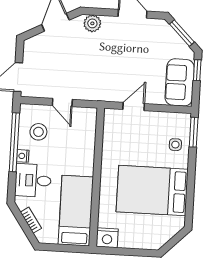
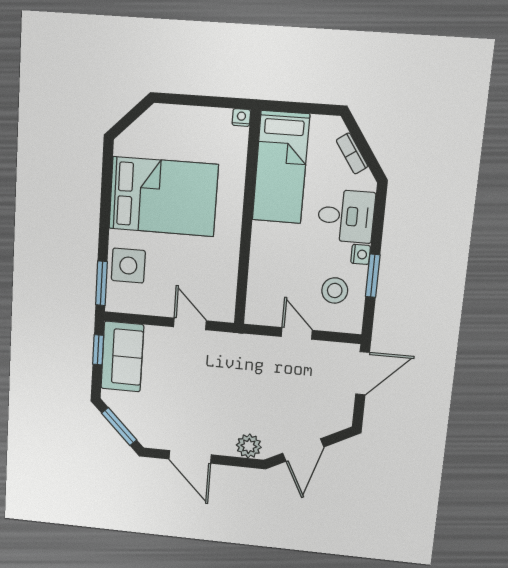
window: (197, 70) -> (98, 350), moved
door: (134, 107) -> (190, 324), swing flipped
window: (14, 142) -> (373, 276), width x0.47
side table: (175, 145) -> (128, 266), width x1.87, depth x1.87
nightstand: (107, 238) -> (241, 117), width x0.53, depth x0.56

